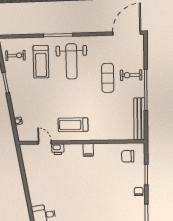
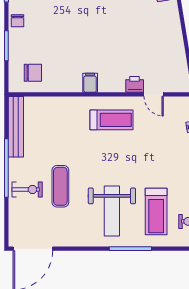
weight bench: (71, 61) -> (112, 211), turned 180
treadmill: (41, 62) -> (156, 211), turned 180

